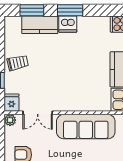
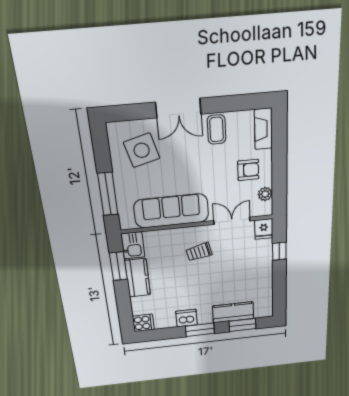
dishwasher: (68, 24) -> (186, 318), moved
trolley: (18, 63) -> (199, 252), moved
plant: (10, 120) -> (265, 194), moved

